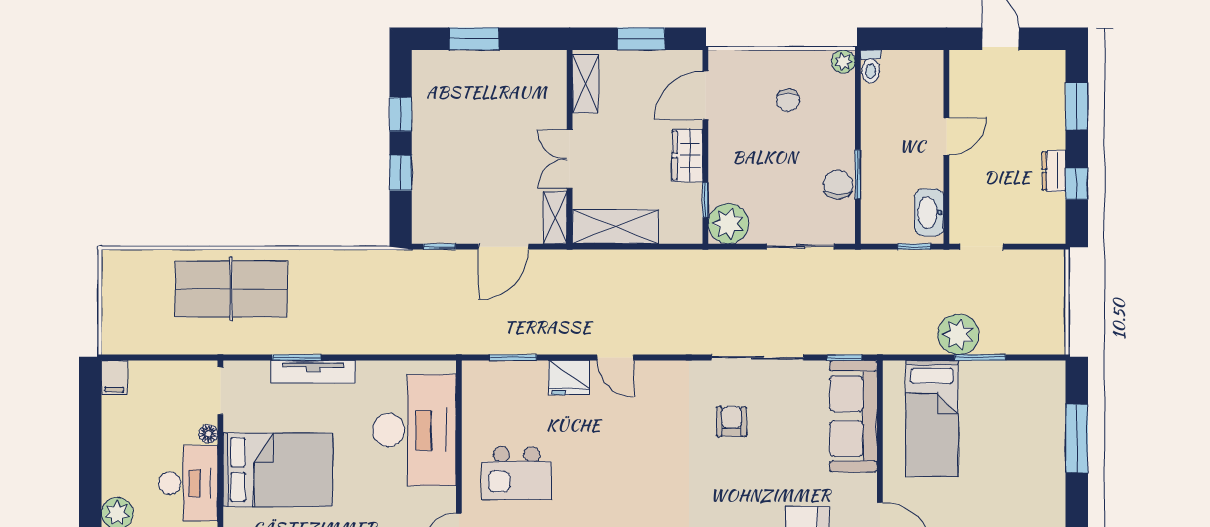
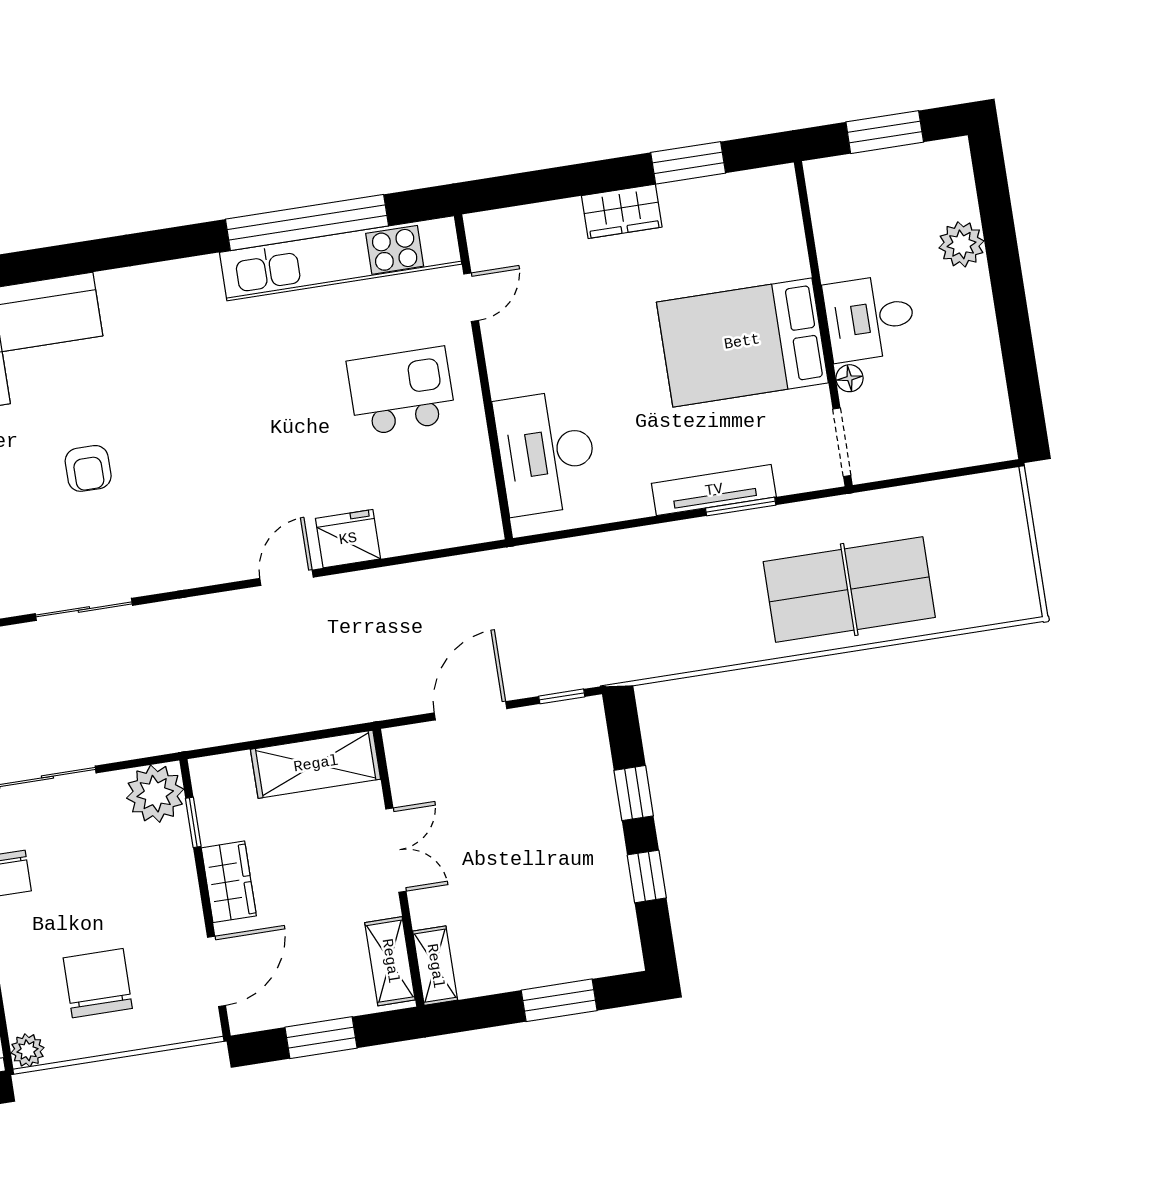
chair: (788, 100) -> (98, 983), width x1.87, depth x1.87
shelving: (555, 218) -> (435, 966), moved
window: (513, 357) -> (432, 555), removed
door: (615, 357) -> (286, 578), hinge flipped
sliding door: (757, 357) -> (84, 609), width x0.73
filing cabinet: (114, 377) -> (996, 437), removed
armchair: (732, 421) -> (88, 468), moved
desk: (414, 430) -> (546, 453), width x0.73, depth x0.77
desk: (188, 483) -> (870, 318), width x0.73

